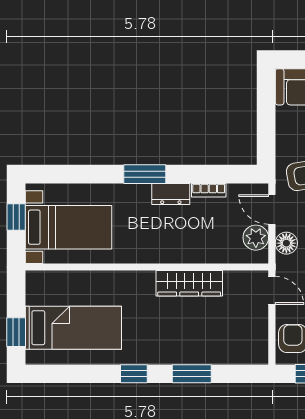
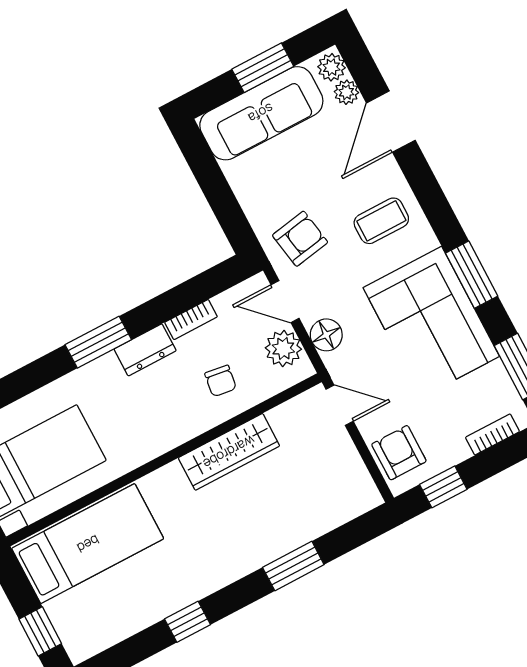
chair: (207, 237) -> (221, 381), added
bed: (73, 328) -> (88, 544), moved
window: (134, 374) -> (187, 622), moved

